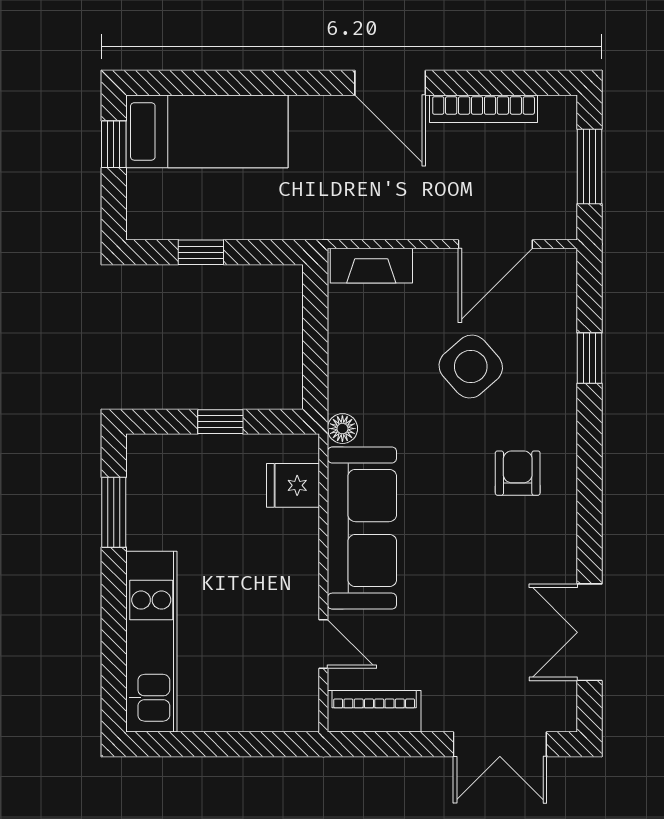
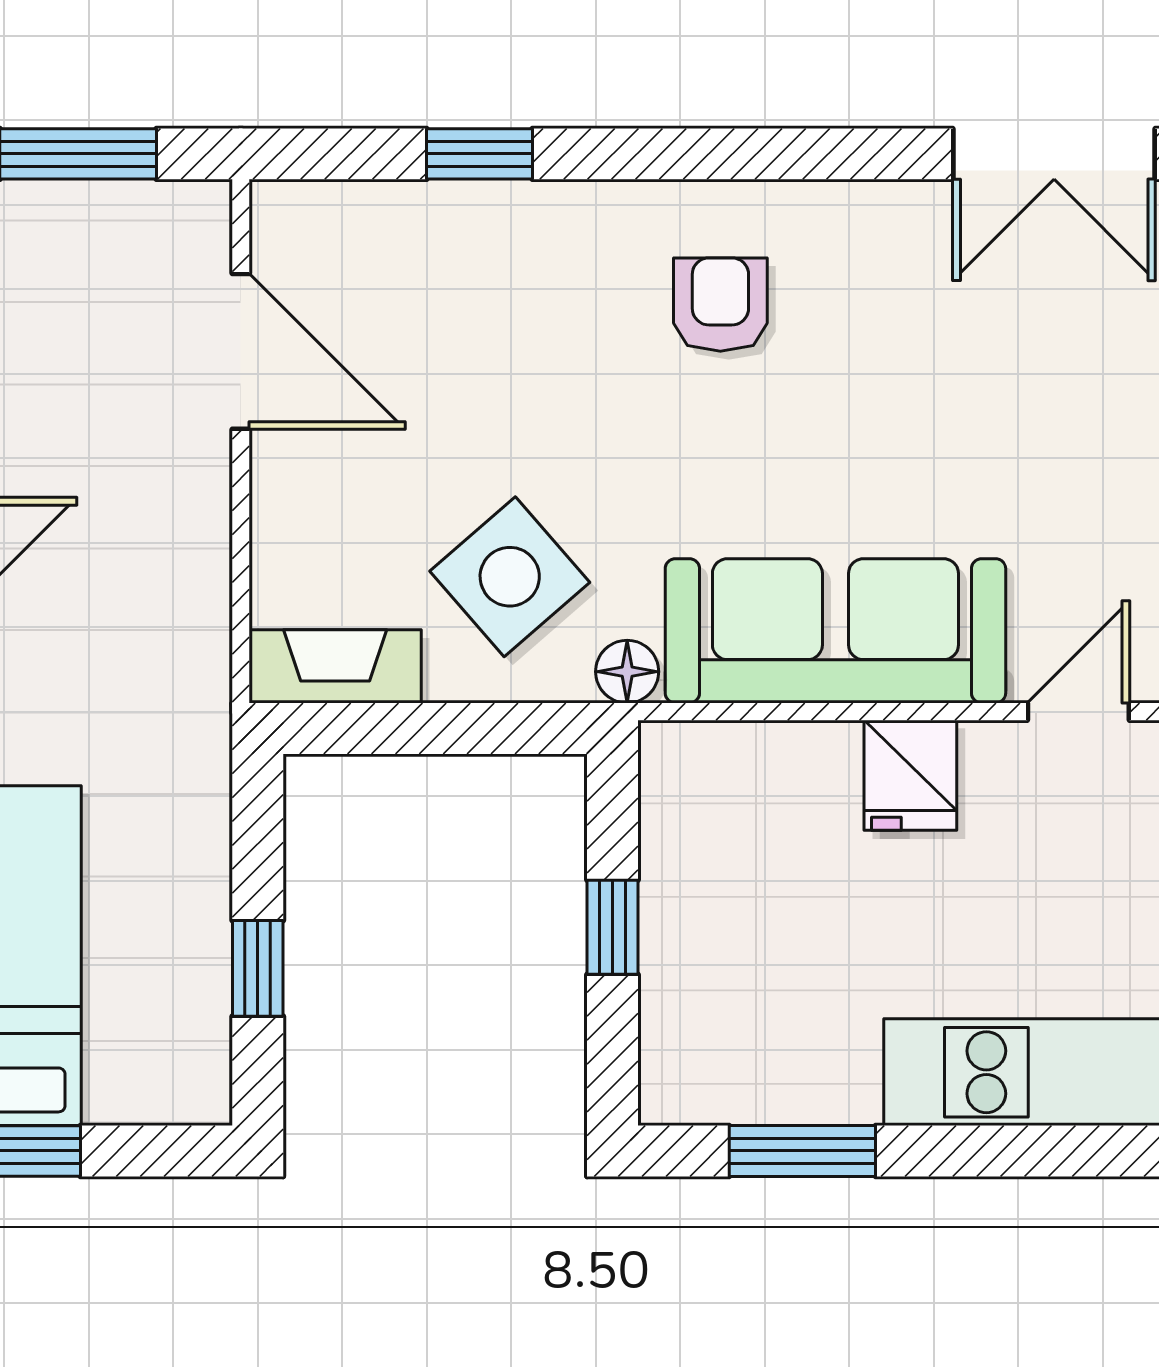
fireplace: (371, 266) -> (335, 666), moved, turned -90
side table: (471, 367) -> (510, 577), moved
armchair: (518, 473) -> (720, 305), turned 90
fridge: (293, 485) -> (910, 775), moved

